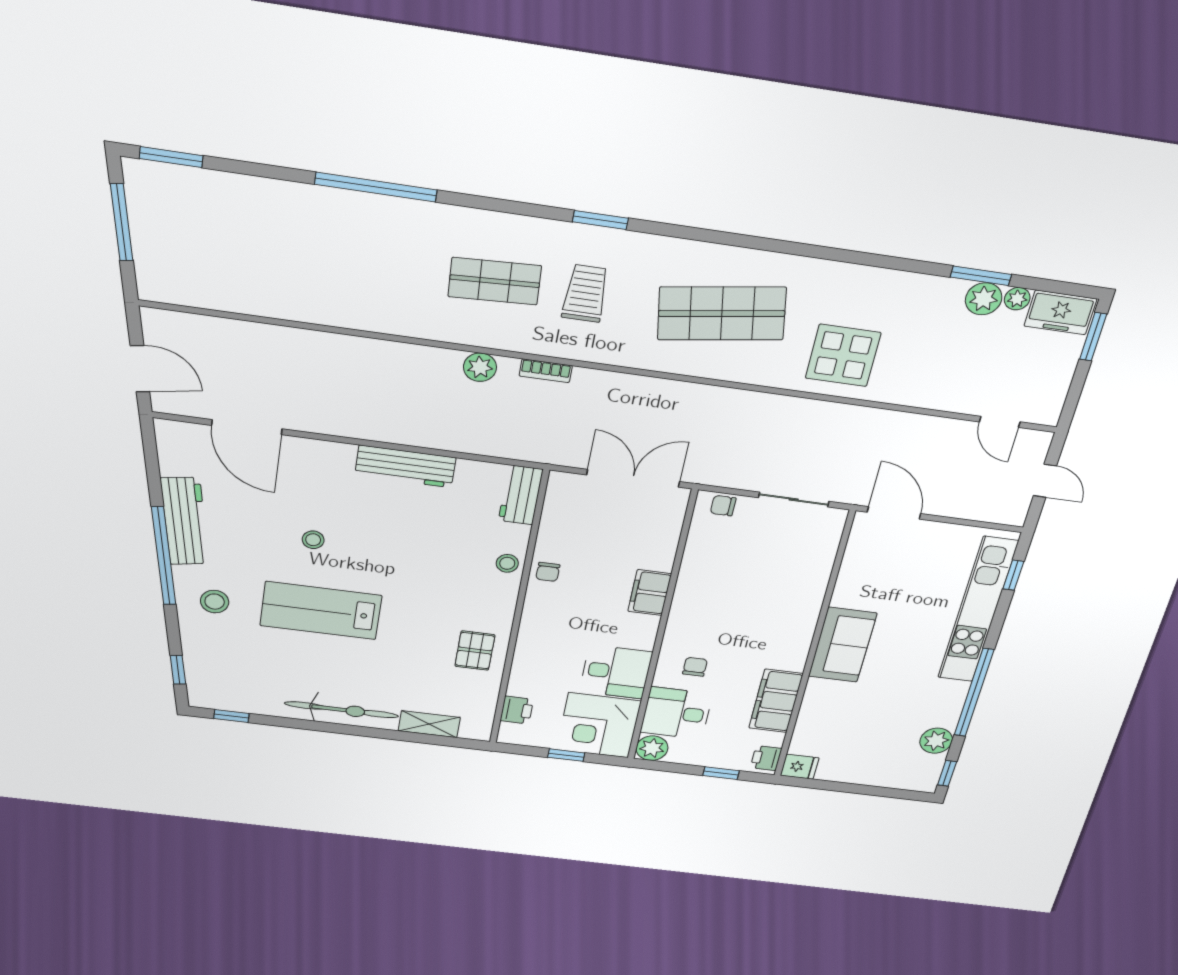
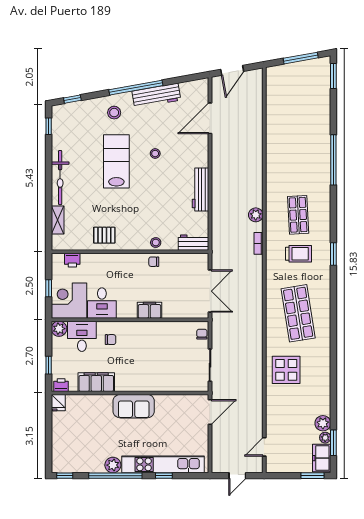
window: (981, 276) -> (333, 443), moved
window: (1013, 575) -> (164, 476), moved
plant: (936, 741) -> (113, 465), moved

